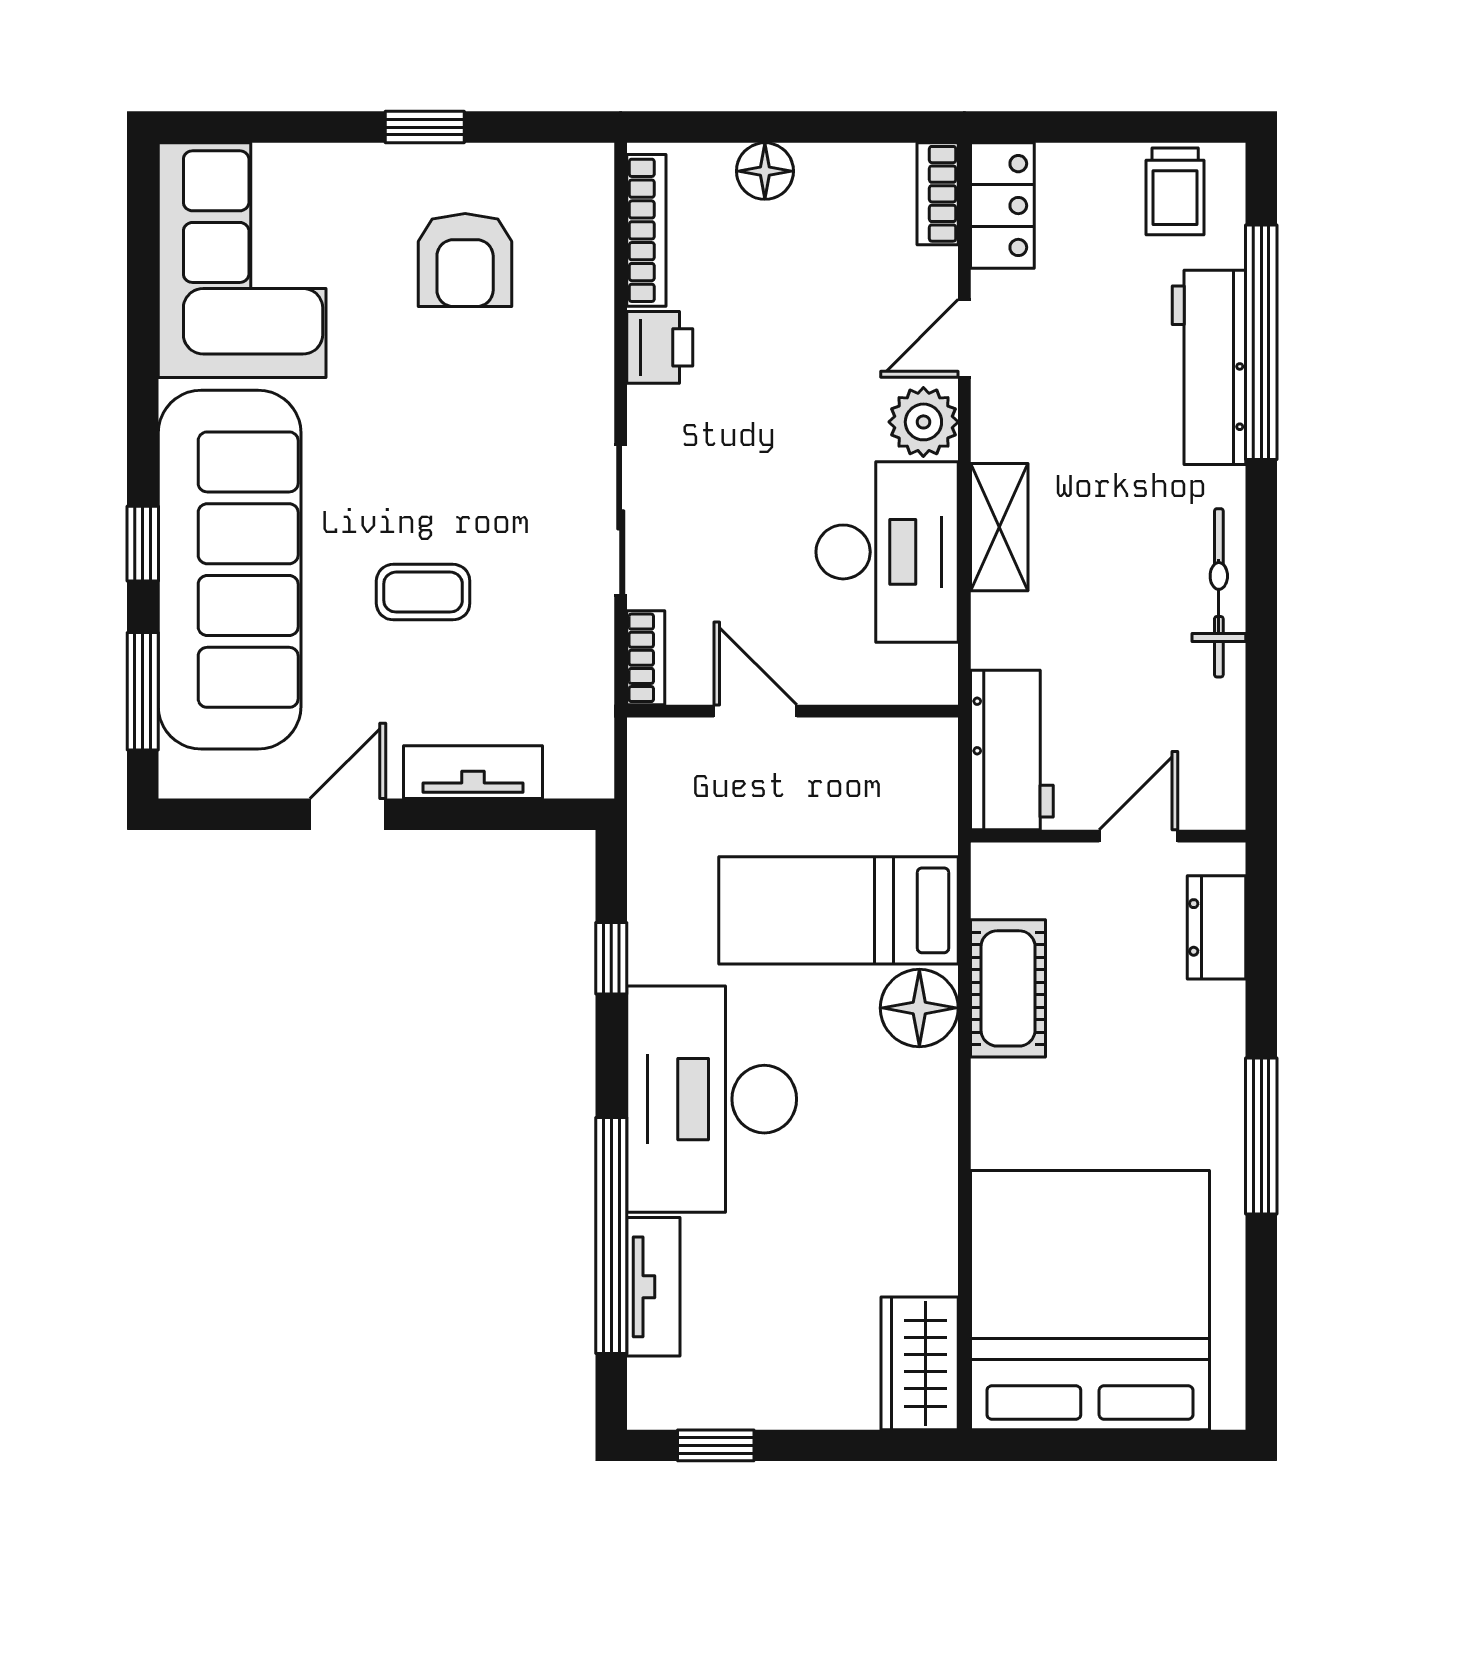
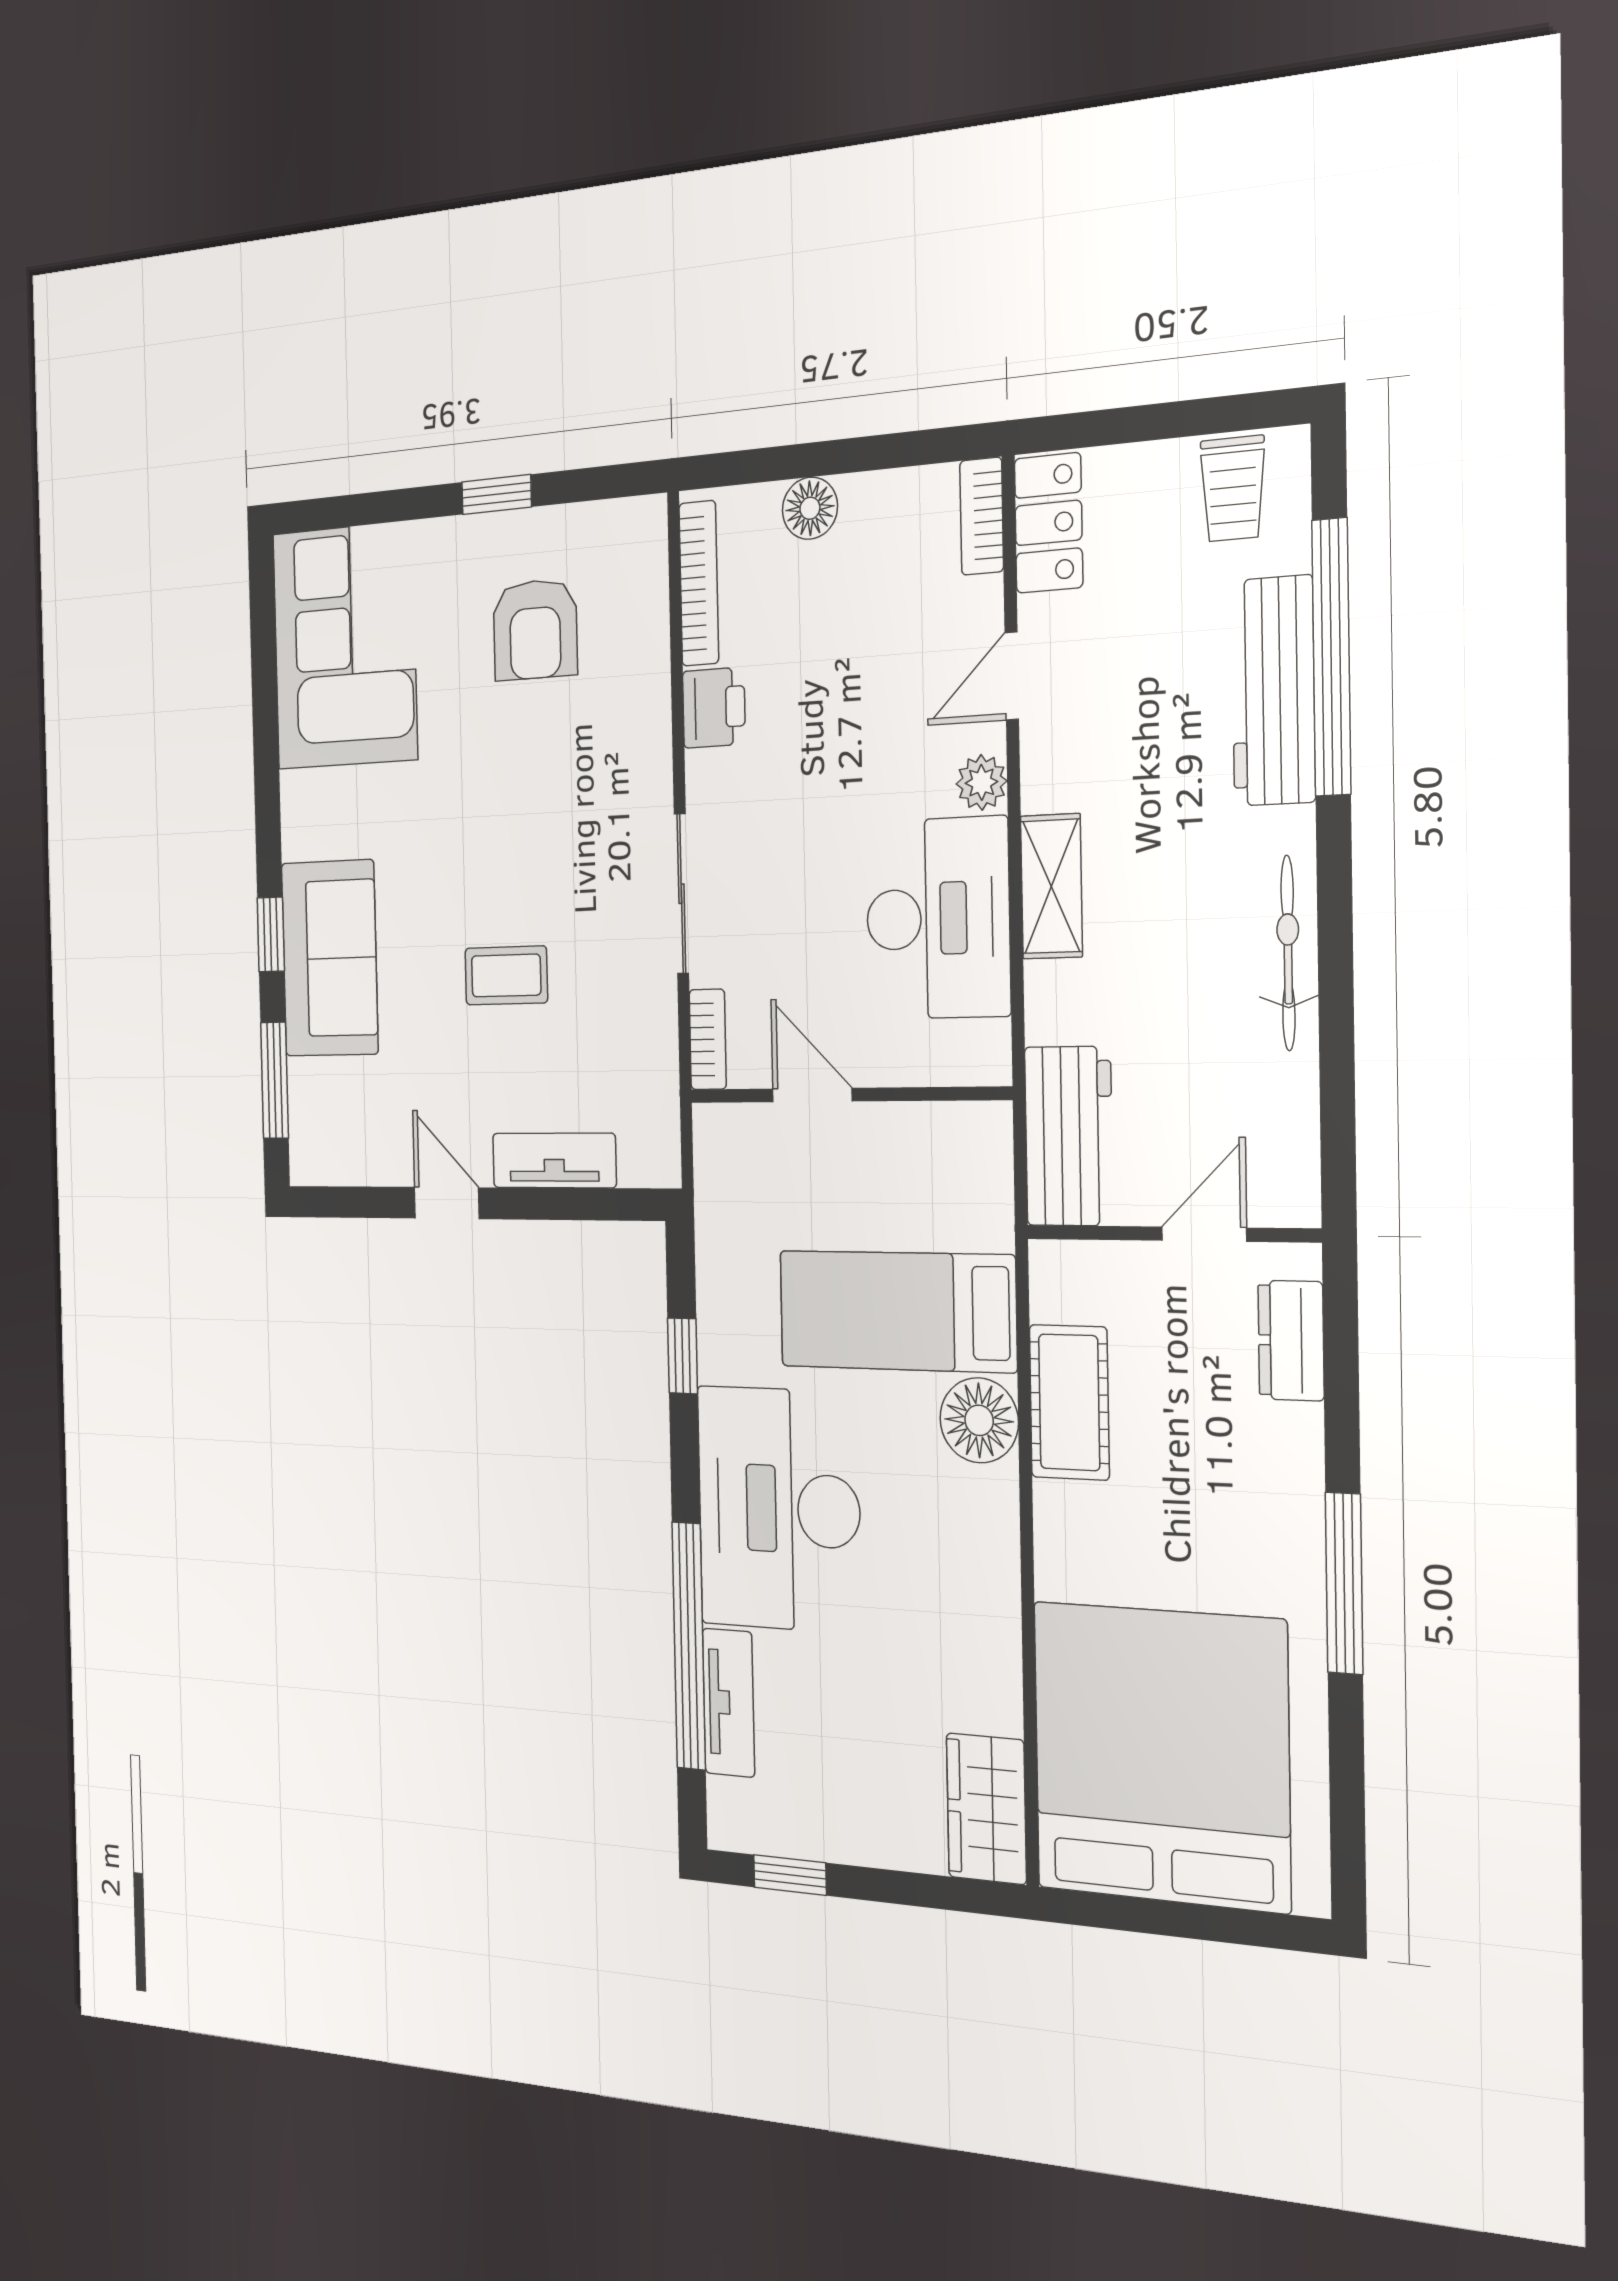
plant: (923, 422) -> (982, 782), width x0.73, depth x0.73
sofa: (230, 570) -> (330, 958), width x0.54, depth x0.79
door: (348, 814) -> (447, 1203), hinge flipped

